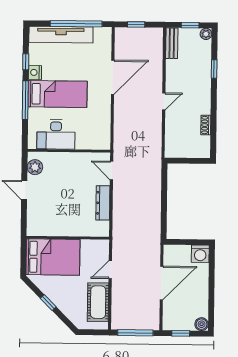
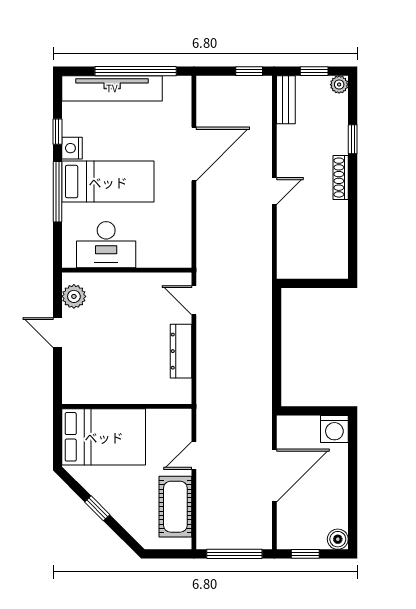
window: (136, 24) -> (249, 71), moved
shoe rack: (206, 125) -> (341, 178), moved, width x1.43

